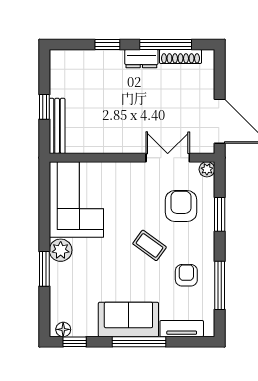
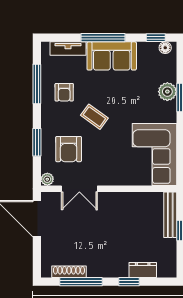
dresser: (141, 59) -> (143, 270), moved
plant: (61, 250) -> (167, 92), moved

